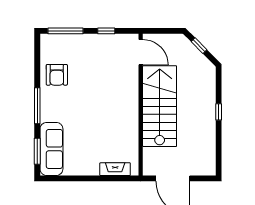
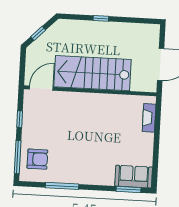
armchair: (57, 75) -> (37, 159), moved
window: (37, 106) -> (62, 186), moved
sofa: (51, 149) -> (134, 177), width x0.73

